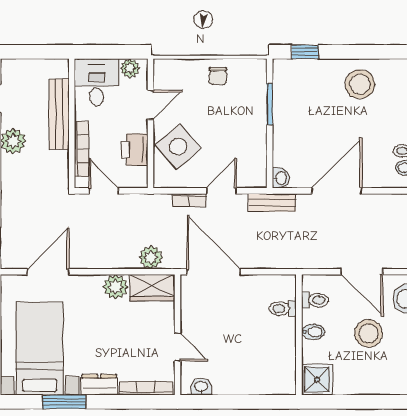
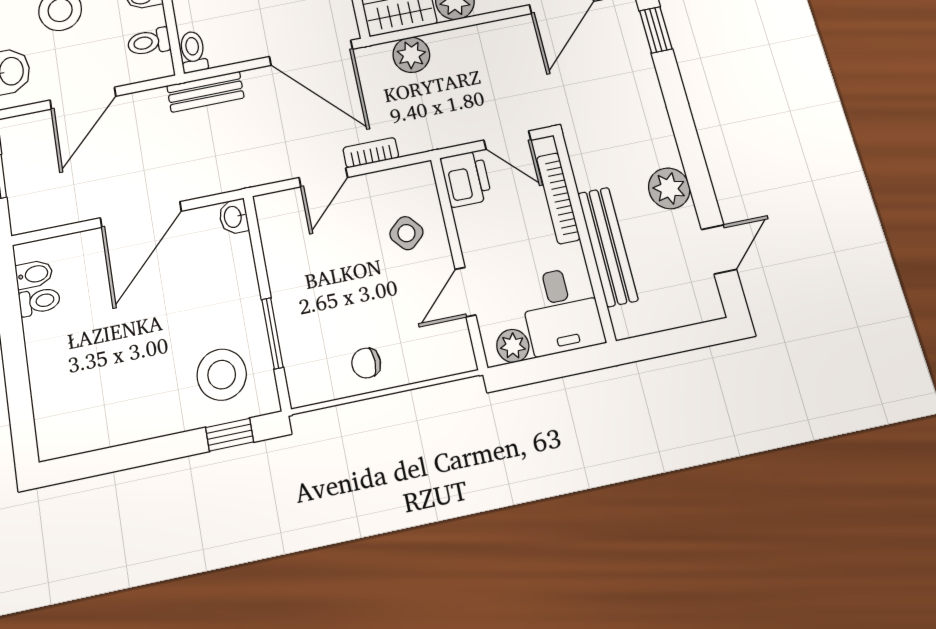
chair: (218, 76) -> (366, 363), turned -90
stool: (360, 84) -> (222, 375), moved
side table: (178, 147) -> (406, 233), width x0.54, depth x0.54
printer: (135, 150) -> (466, 179), moved
bench: (272, 203) -> (205, 92), moved
door: (362, 272) -> (83, 98), swing flipped
toilet: (283, 309) -> (193, 52), moved, turned -90

